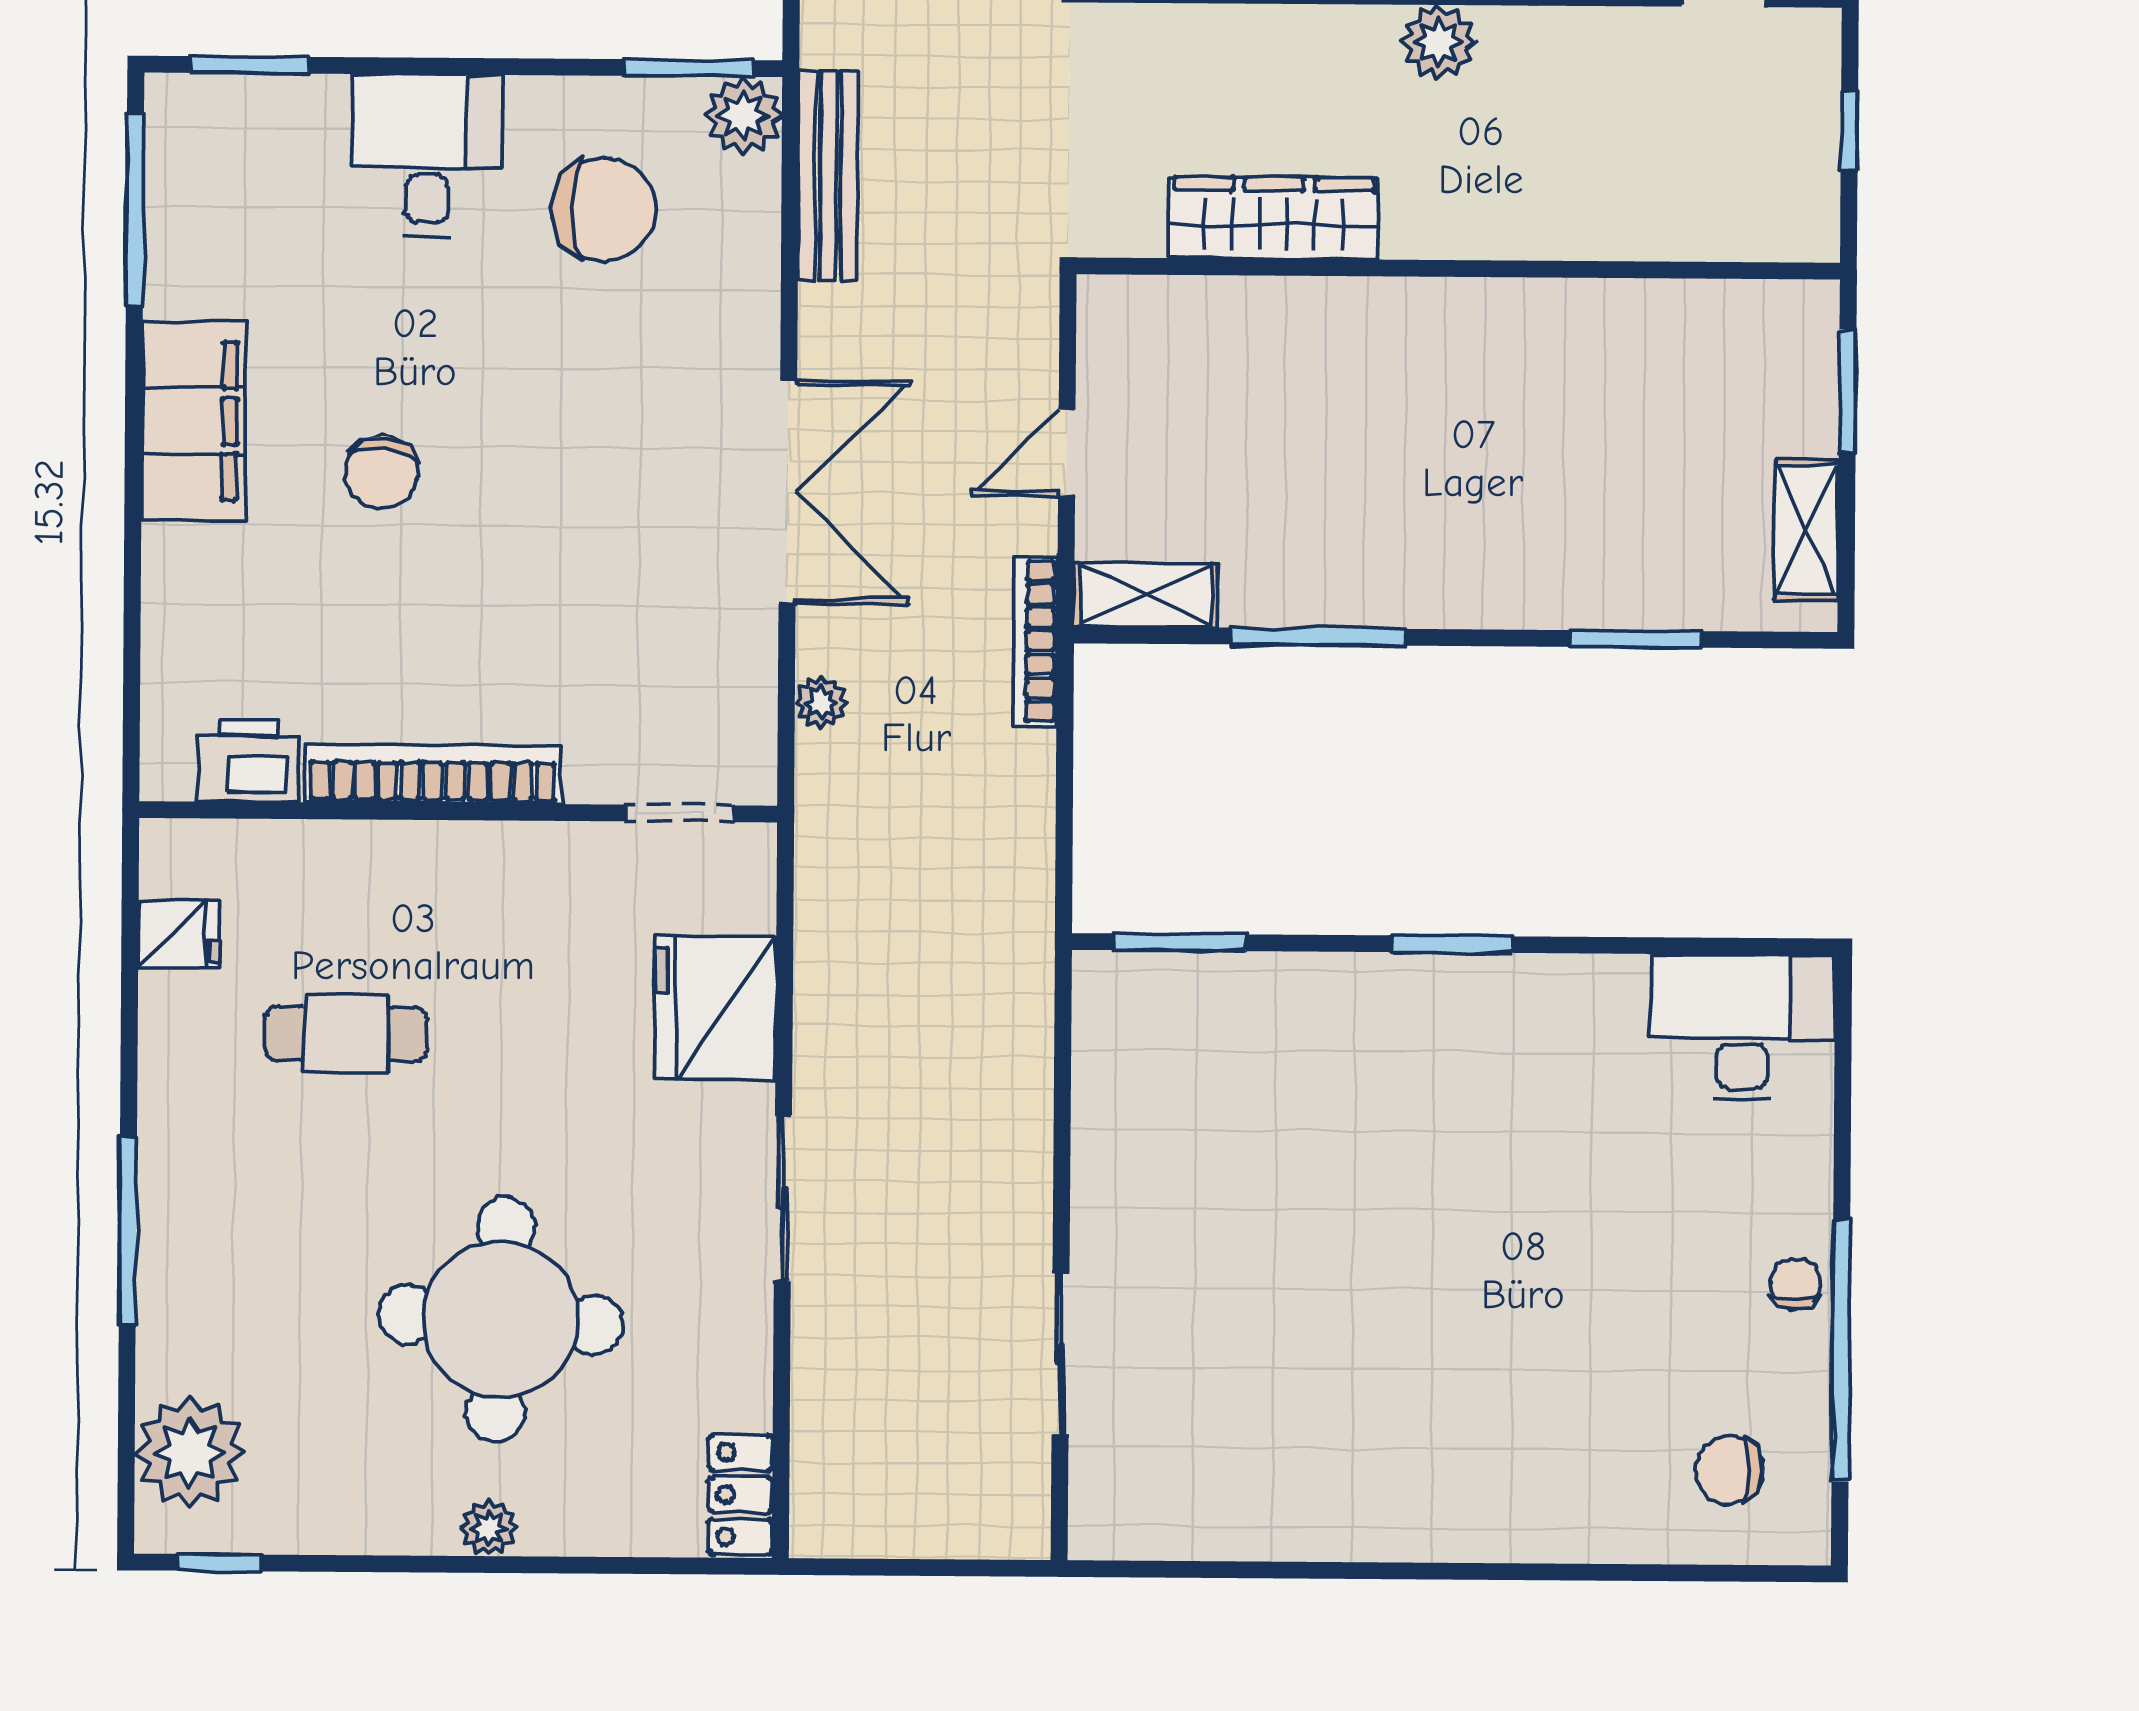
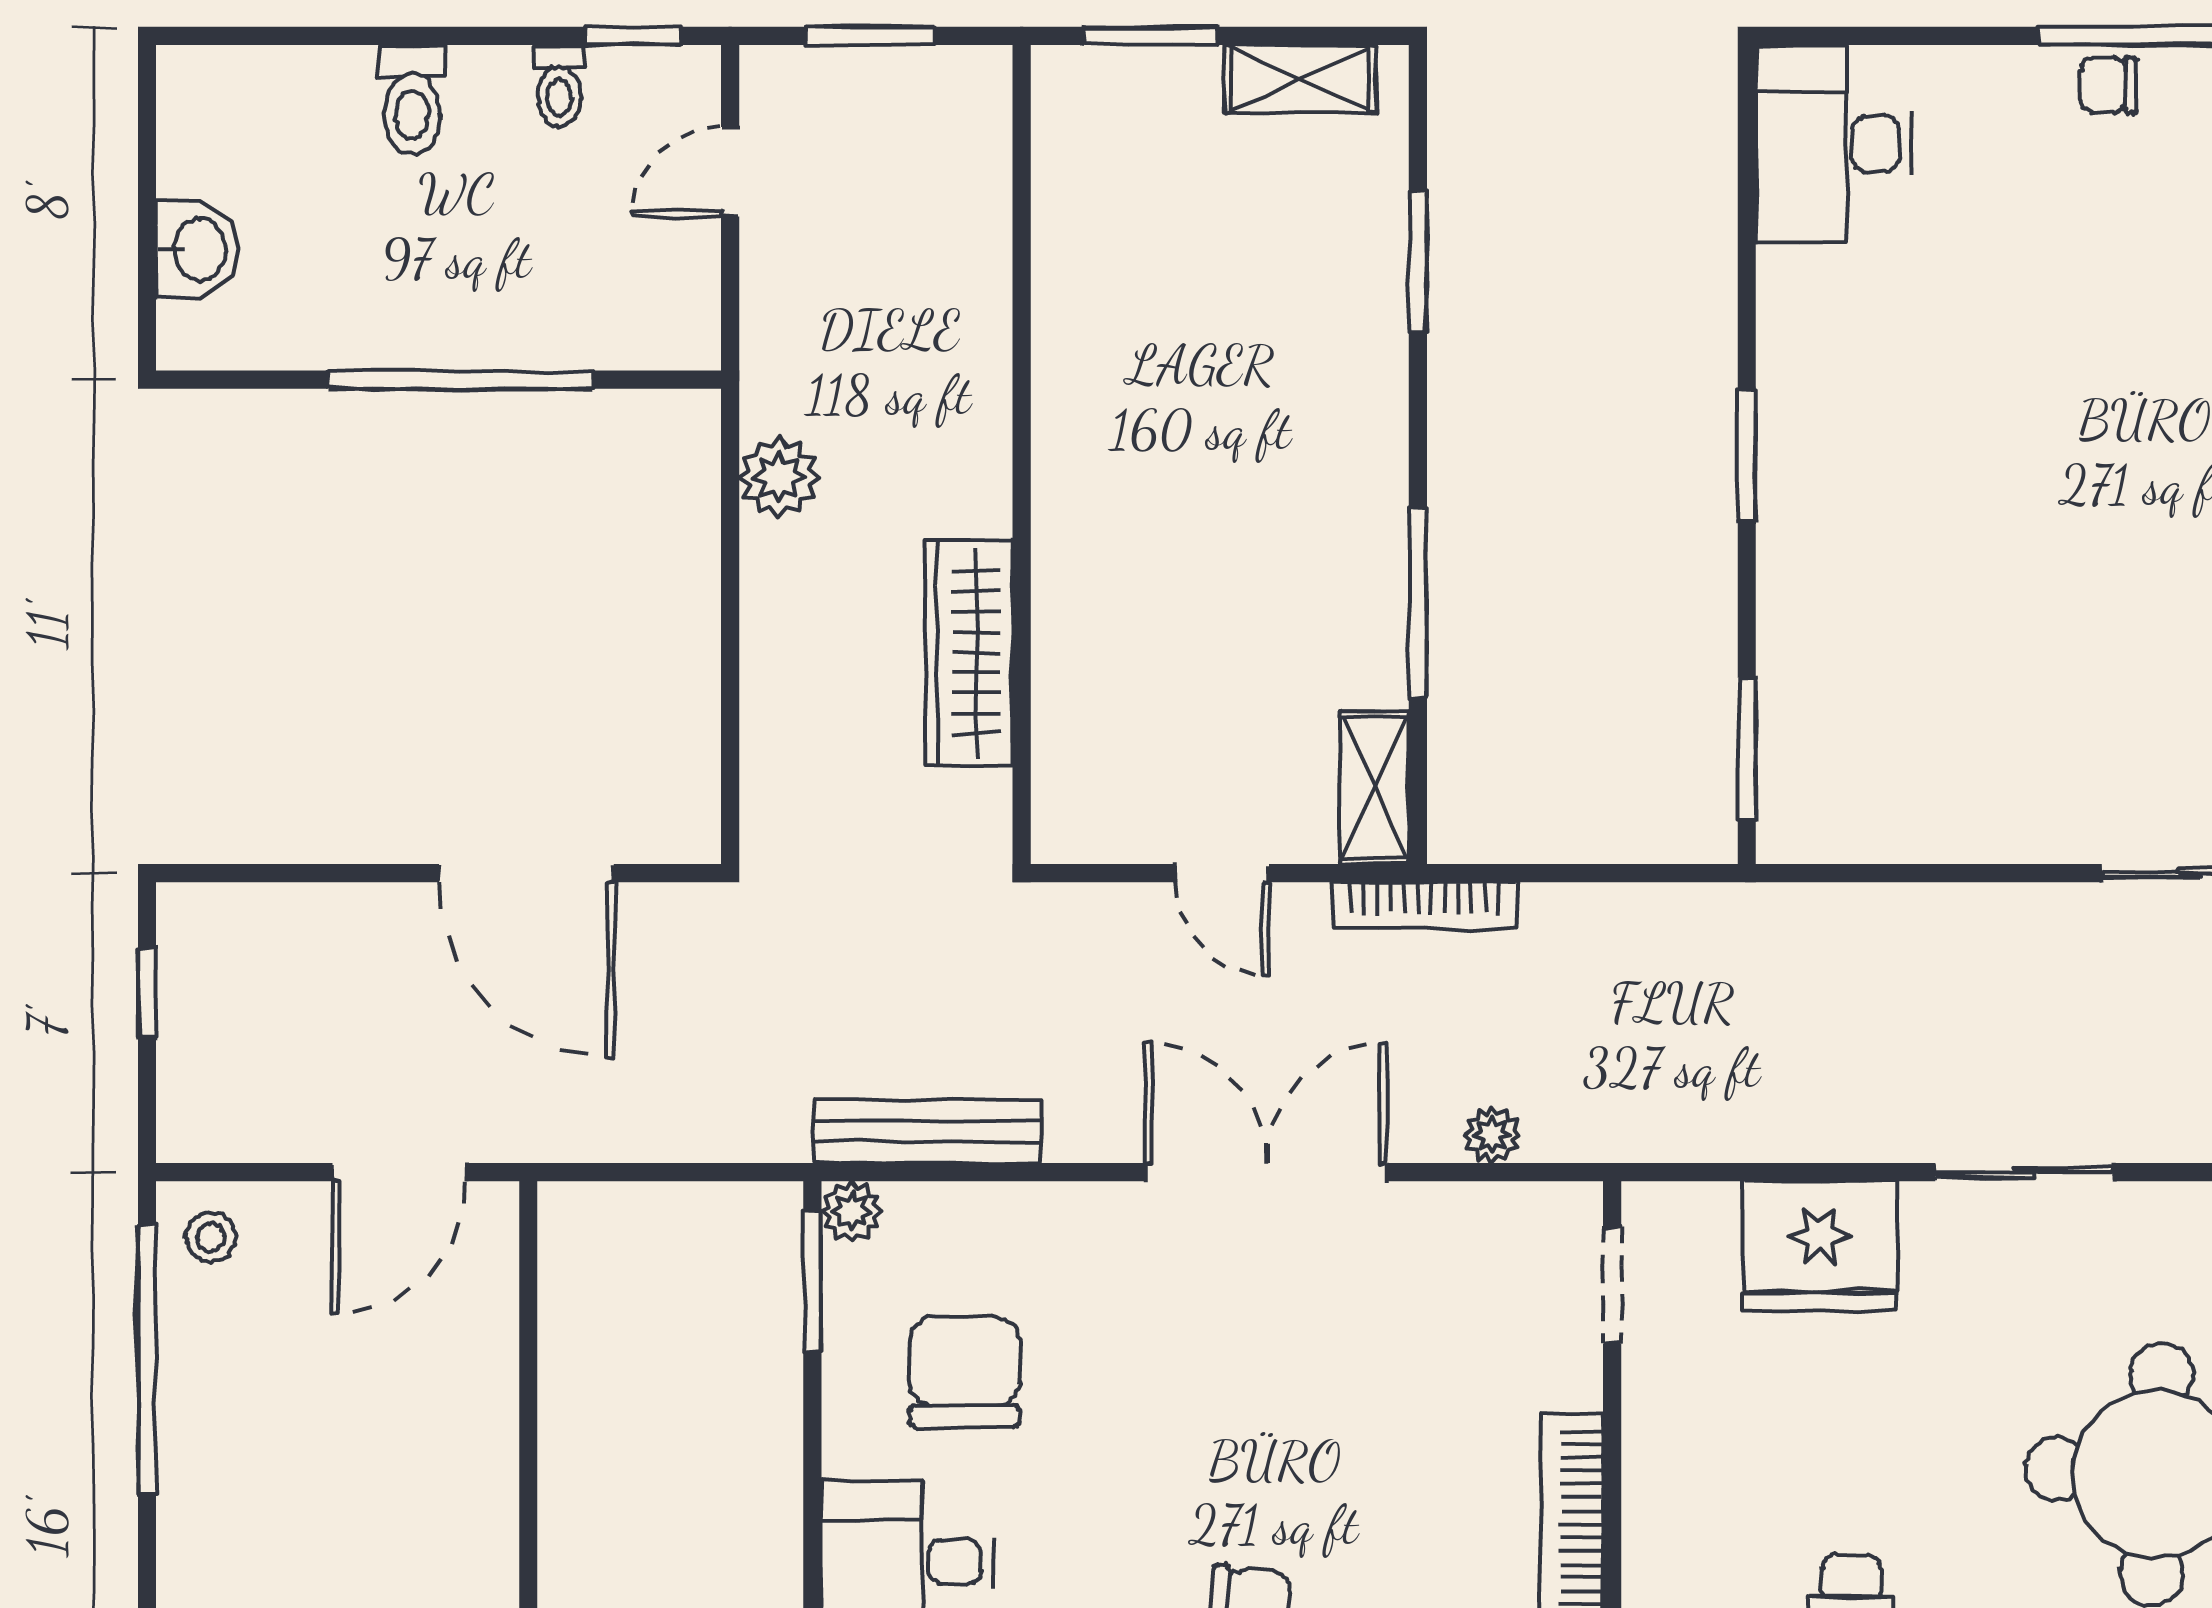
plant: (743, 115) -> (852, 1211), width x0.73, depth x0.73
window: (1849, 131) -> (871, 36), width x1.50

